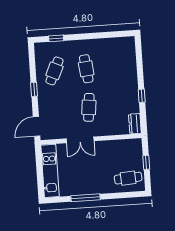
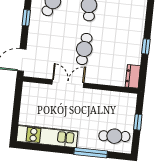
double door: (80, 140) -> (68, 84), swing flipped
kitchen unit: (50, 171) -> (47, 136), moved, turned -90
window: (86, 198) -> (91, 153), moved

